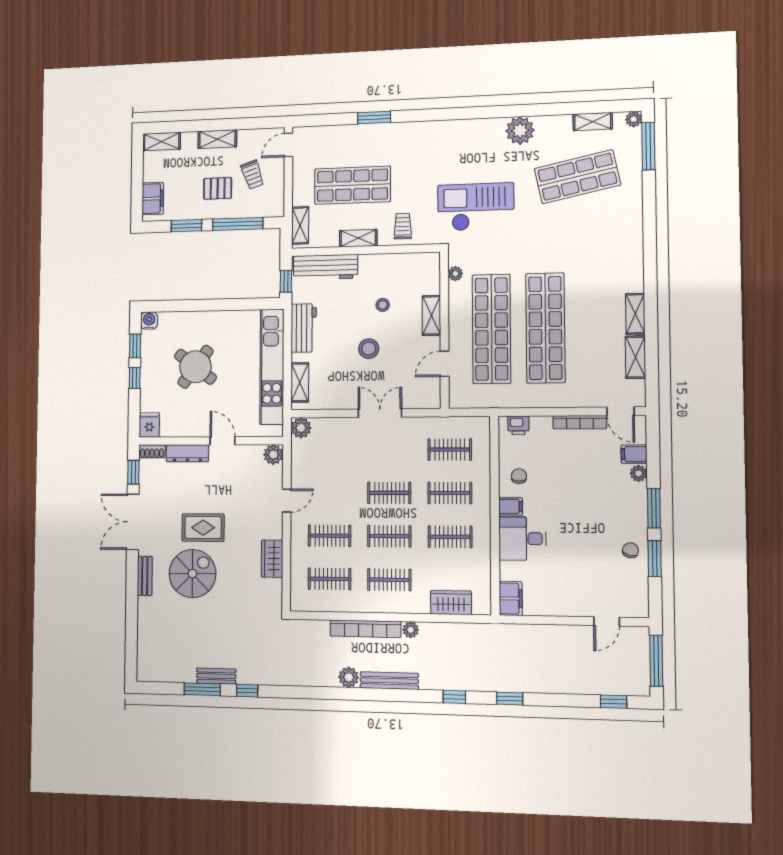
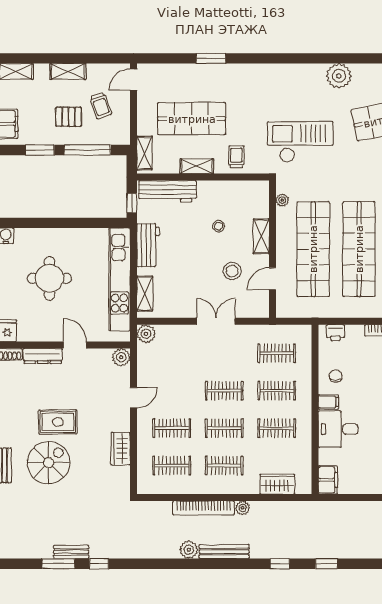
stool: (369, 349) -> (232, 271), moved
round table: (195, 367) -> (49, 278), turned -37

